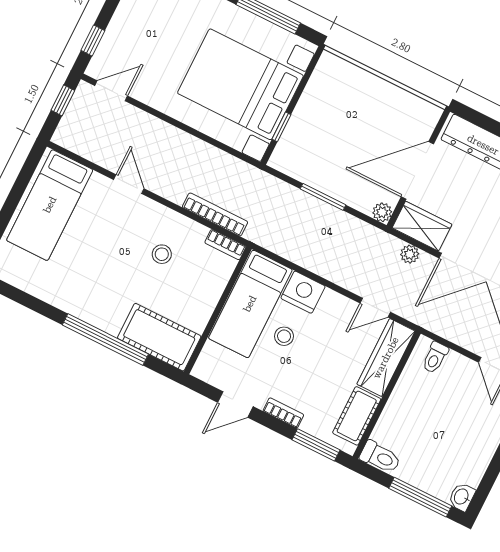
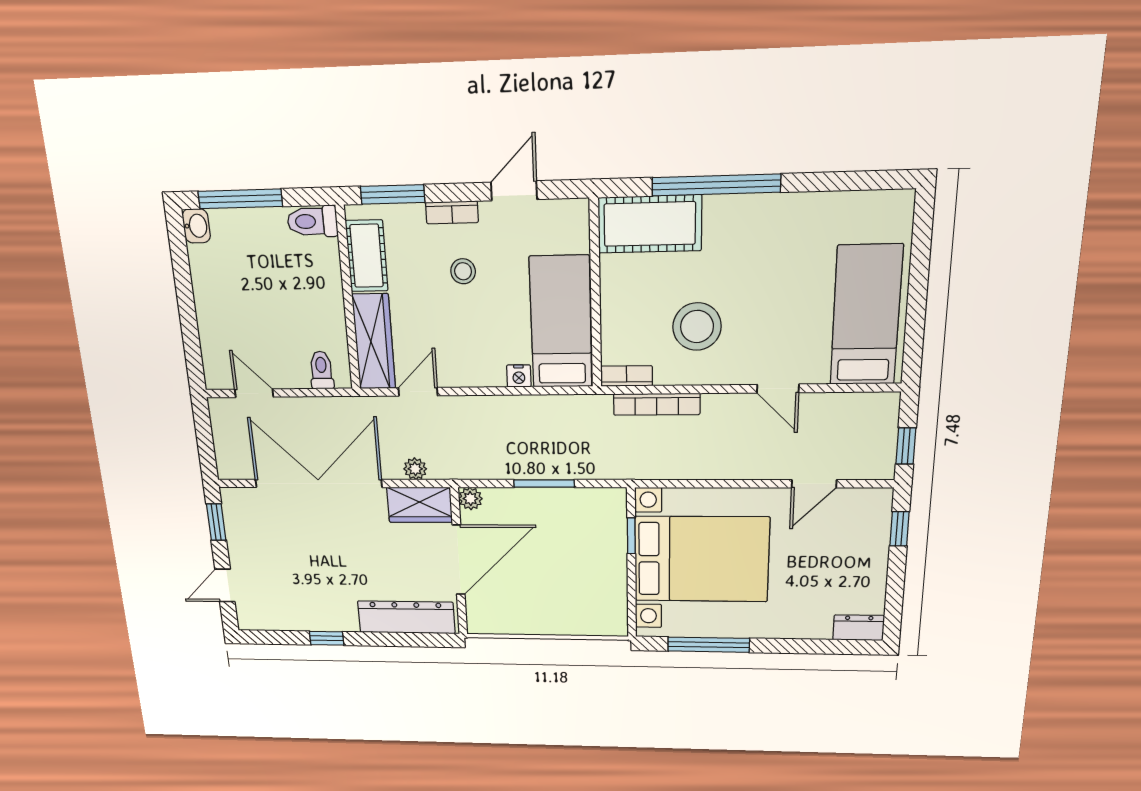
door: (111, 91) -> (814, 484), moved
stool: (162, 254) -> (697, 327), width x1.89, depth x1.89
nightstand: (303, 292) -> (519, 376), width x0.53, depth x0.56
stool: (284, 336) -> (463, 271), moved

